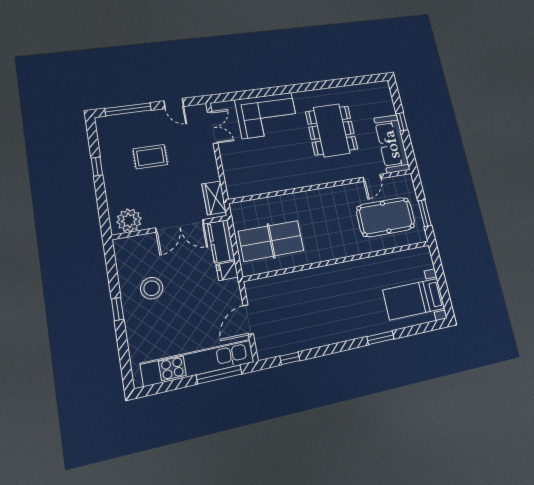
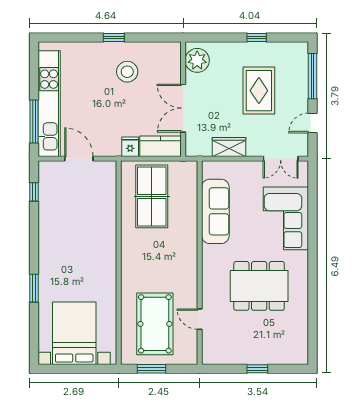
sofa: (392, 144) -> (215, 211), moved, turned 90
rug: (150, 157) -> (259, 91), width x1.36, depth x1.43
wardrobe: (214, 198) -> (229, 147), moved
bed with nightstands: (414, 299) -> (74, 333), width x1.36

